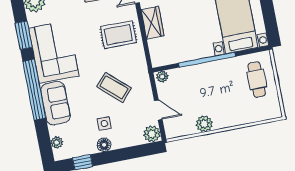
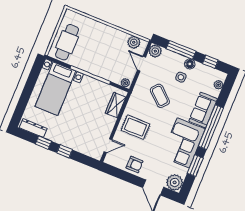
wardrobe: (153, 23) -> (116, 105), moved
cafe table: (257, 79) -> (67, 42), width x1.37, depth x1.35
plant: (204, 124) -> (134, 42), moved
window: (124, 154) -> (181, 50), added

